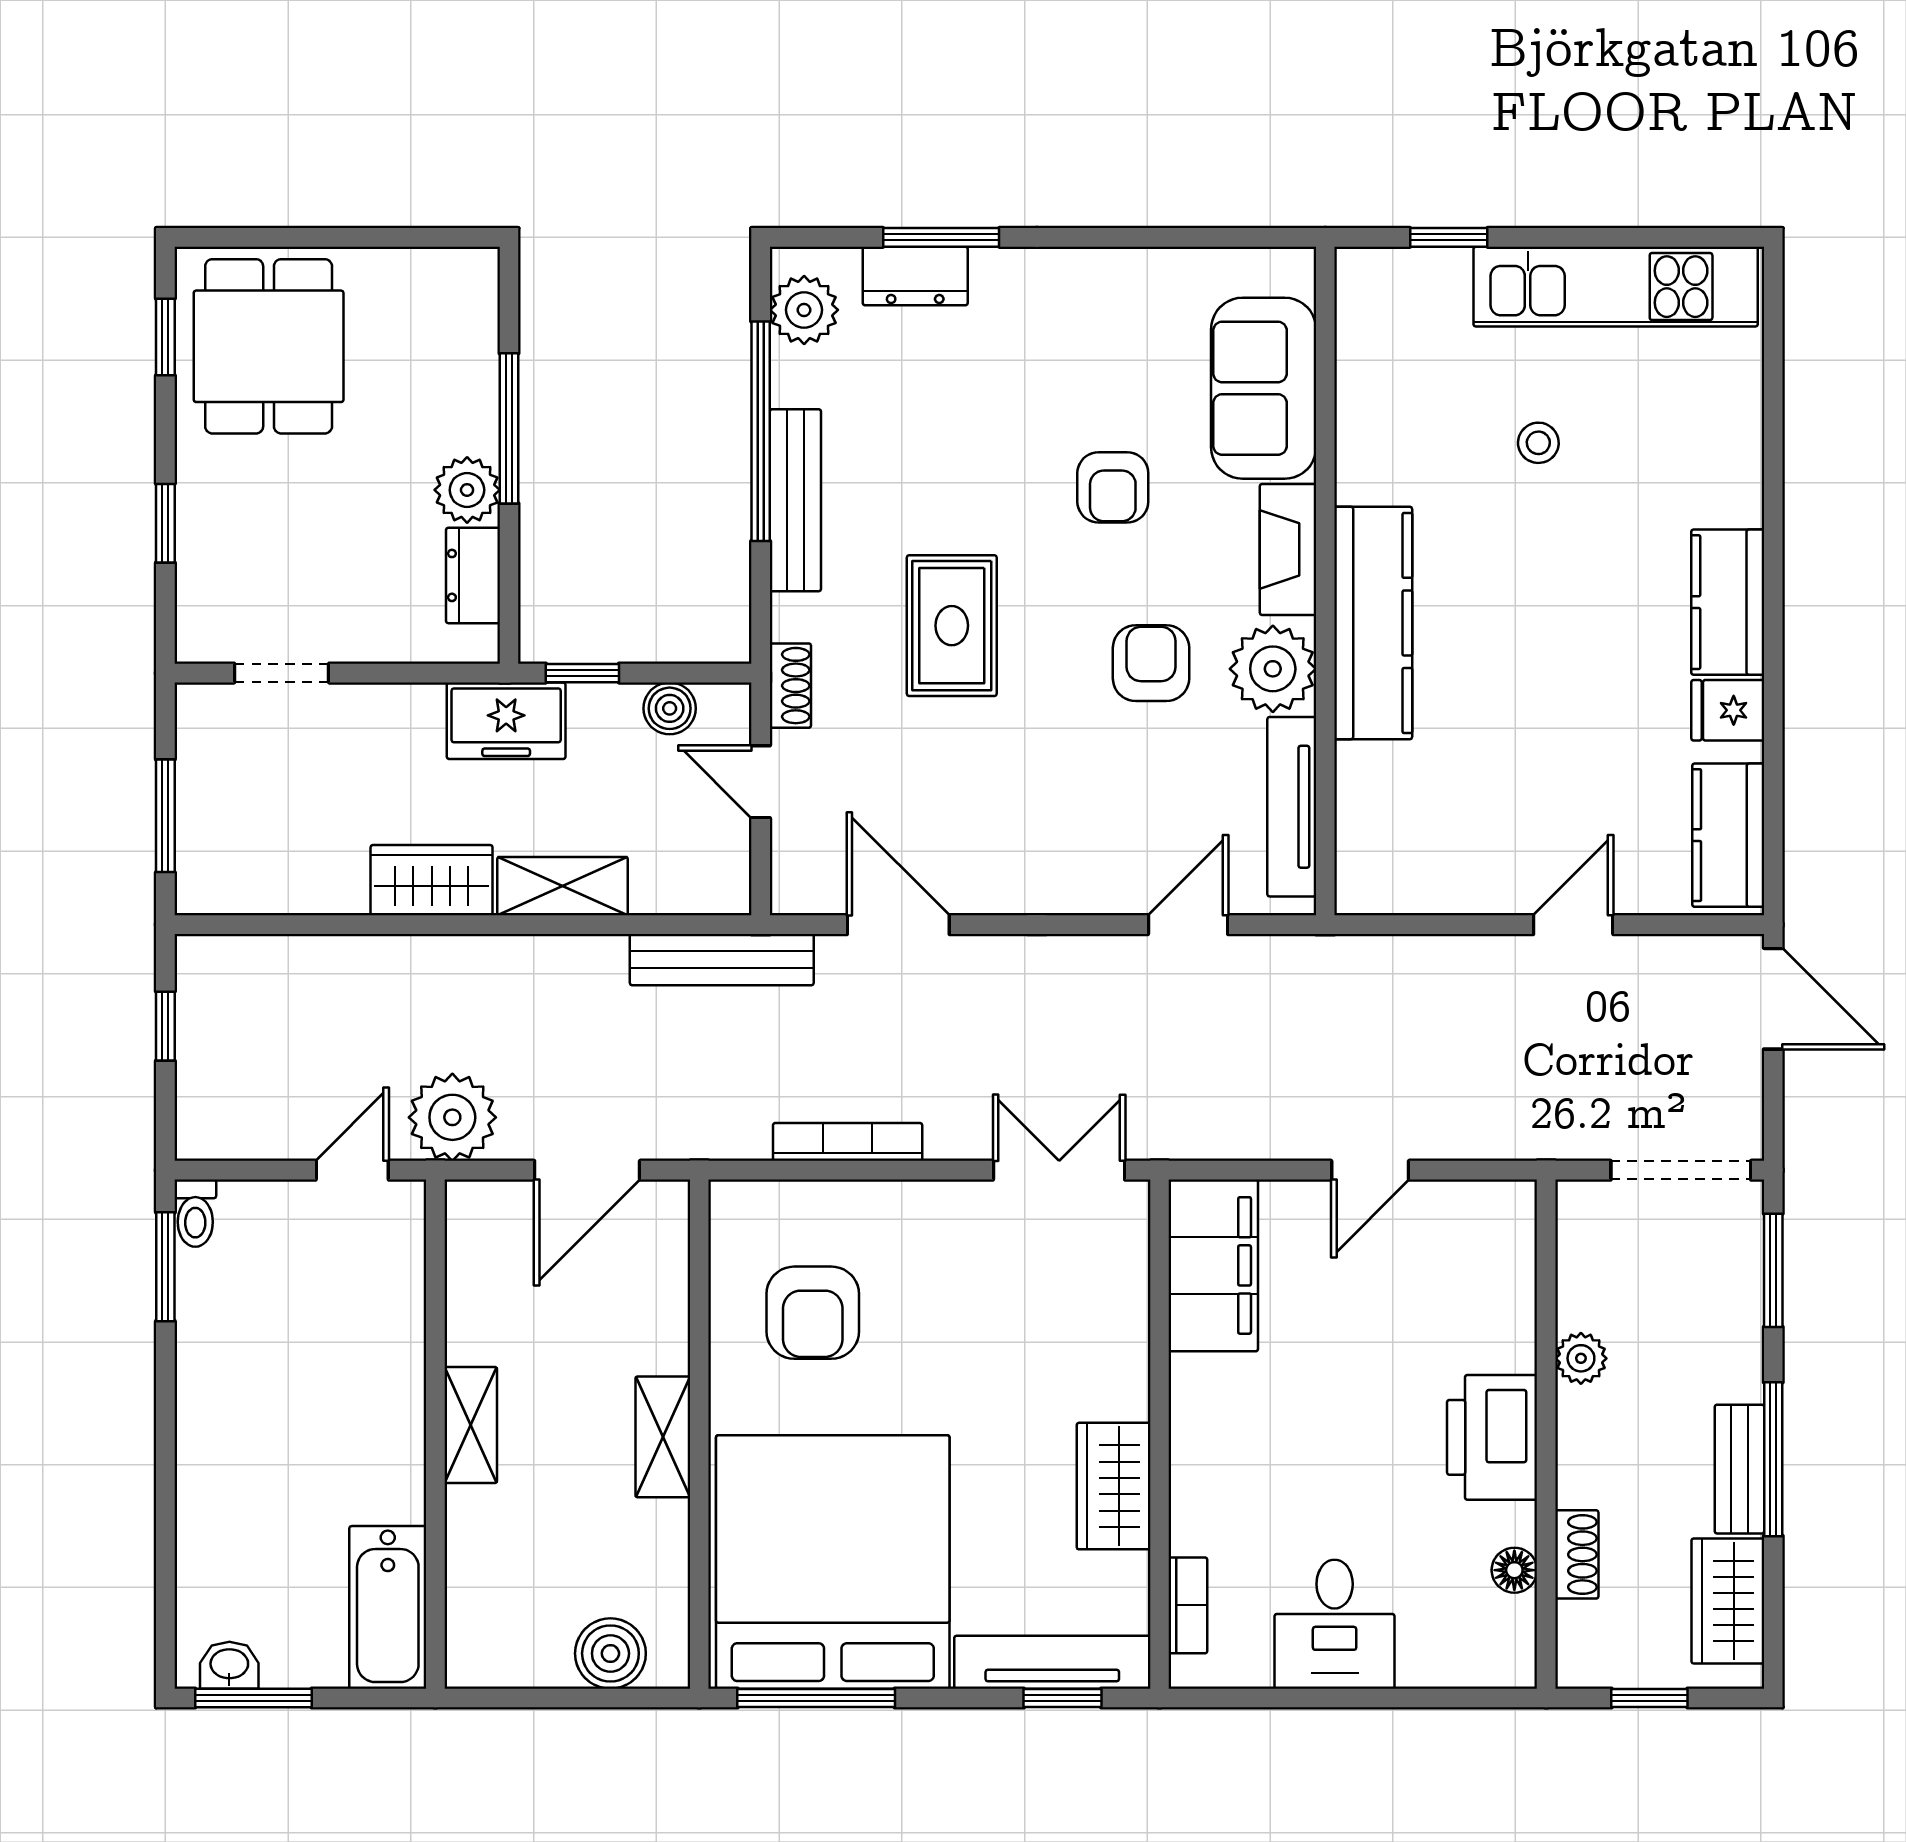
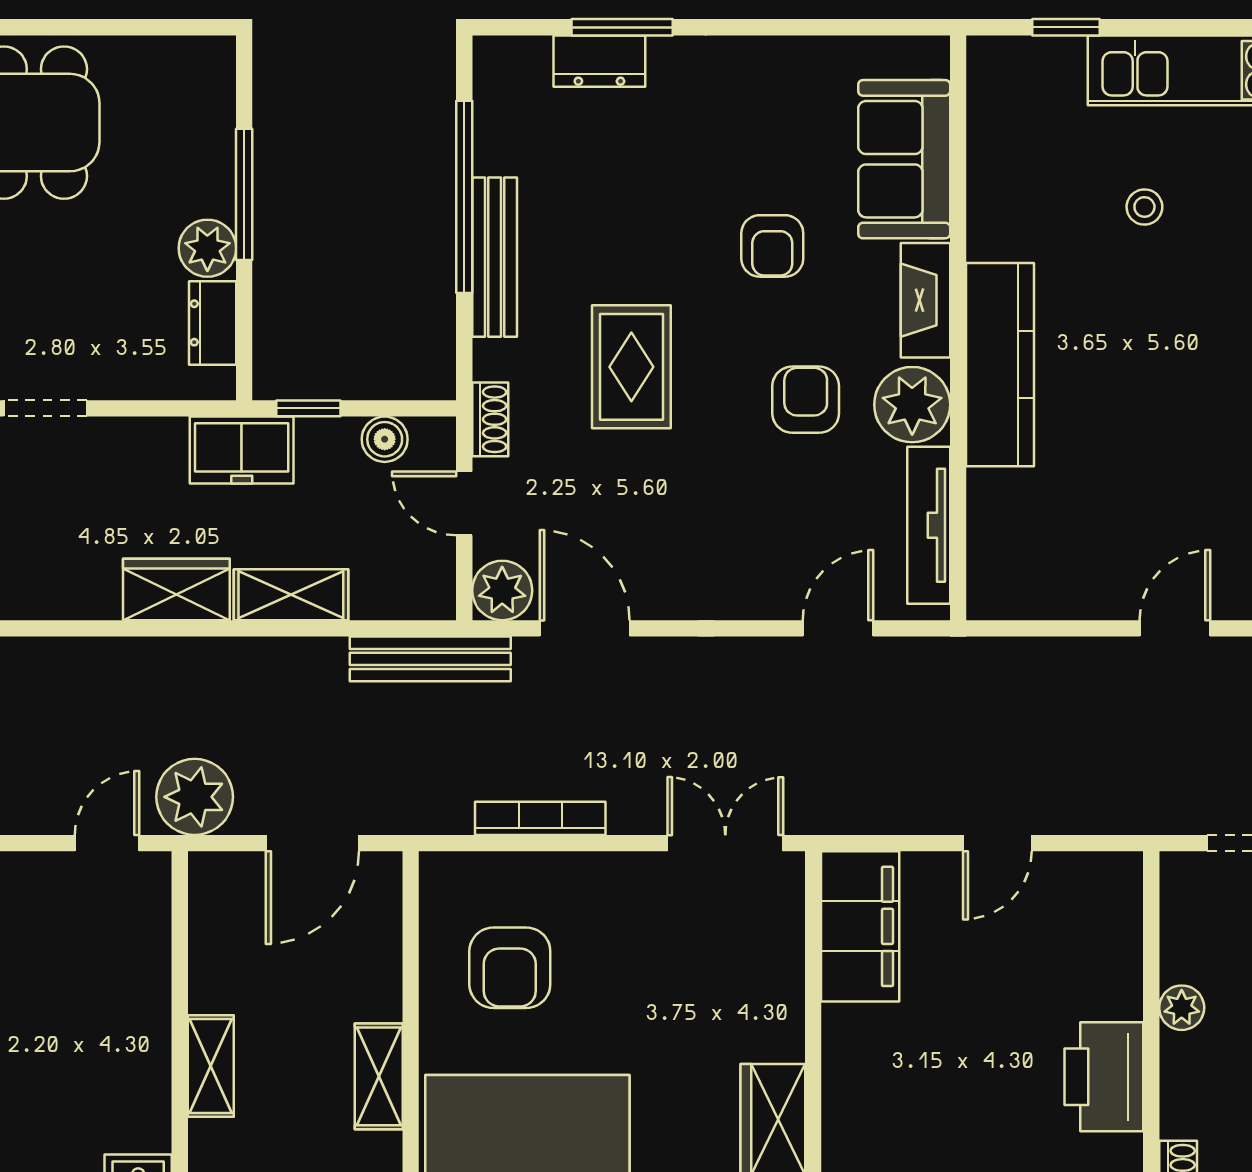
plant: (804, 310) -> (502, 590), moved

